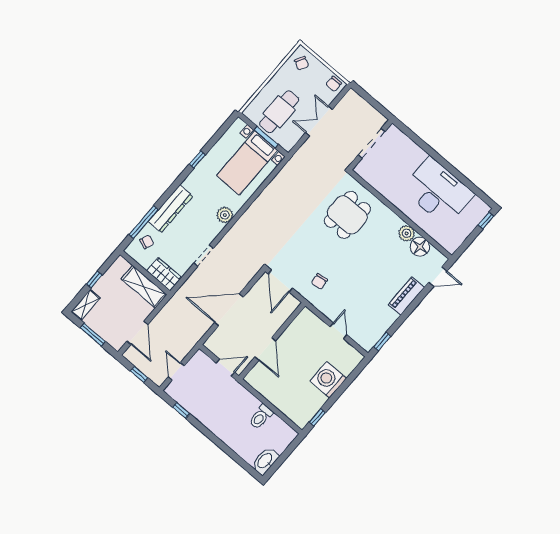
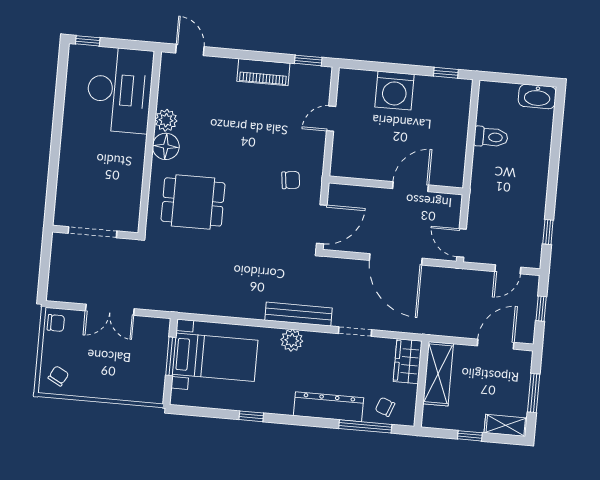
cafe table: (279, 112) -> (131, 362), removed
desk: (438, 192) -> (120, 90), moved, turned 180
bench: (237, 230) -> (298, 314), added
floor lamp: (420, 247) -> (166, 146), moved
piano: (406, 296) -> (263, 72), moved
door: (225, 368) -> (462, 243), moved

